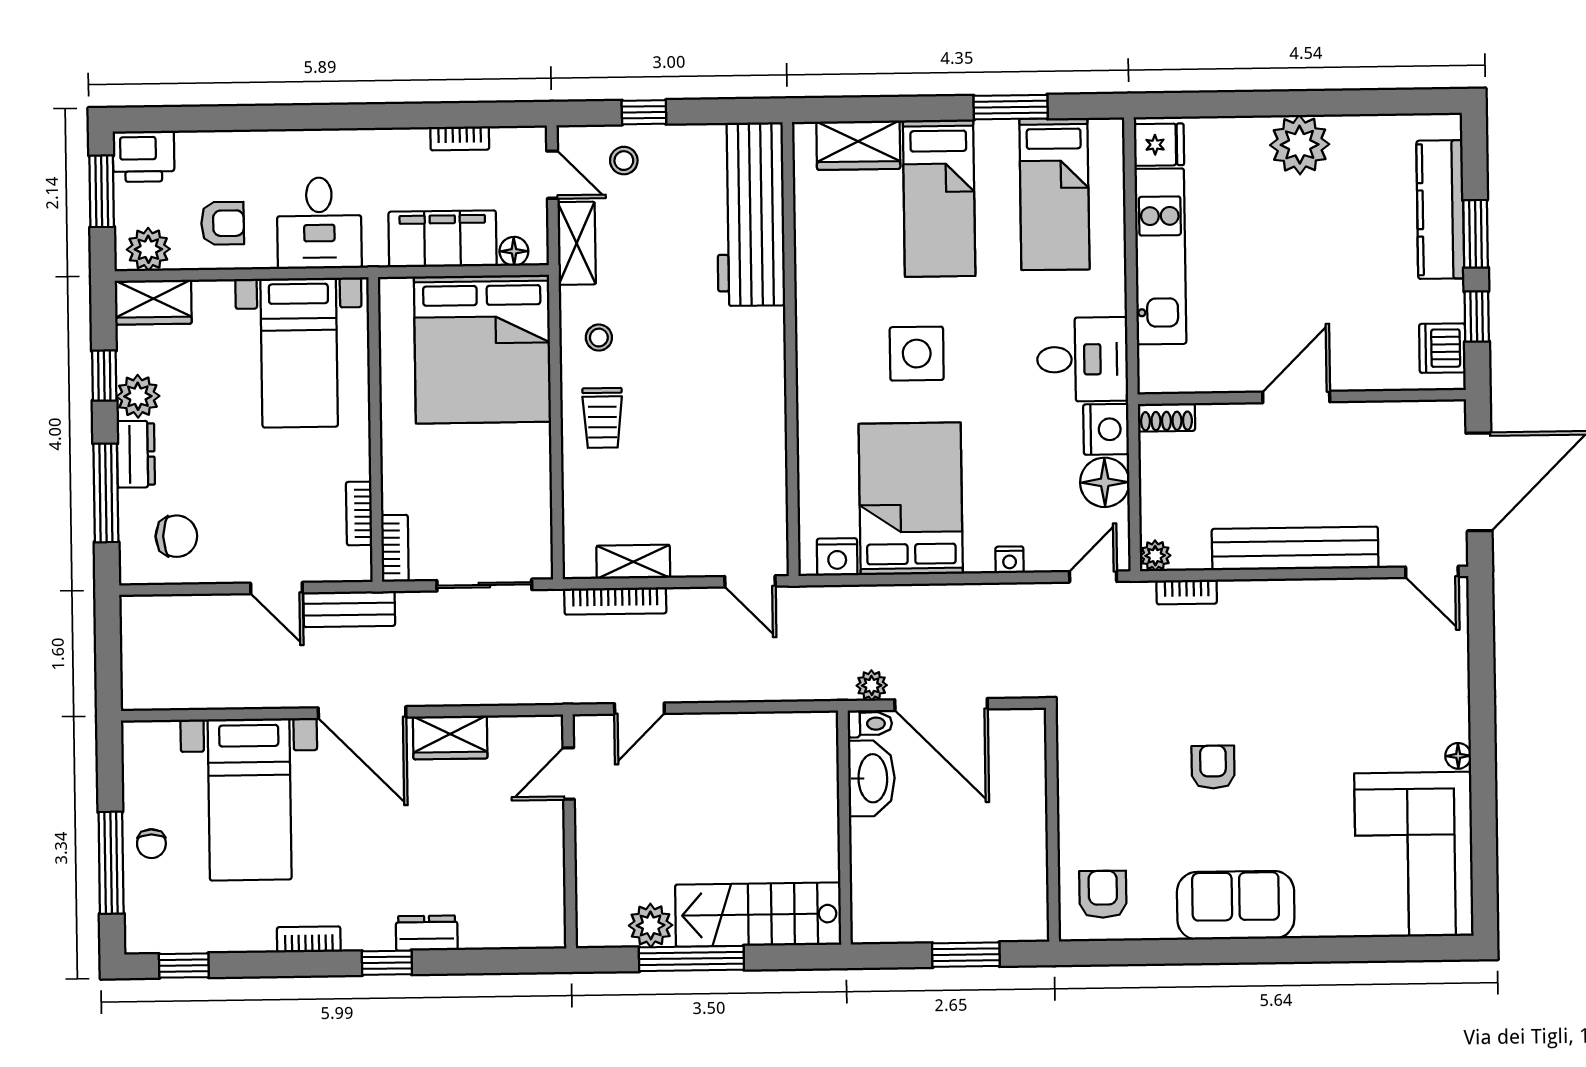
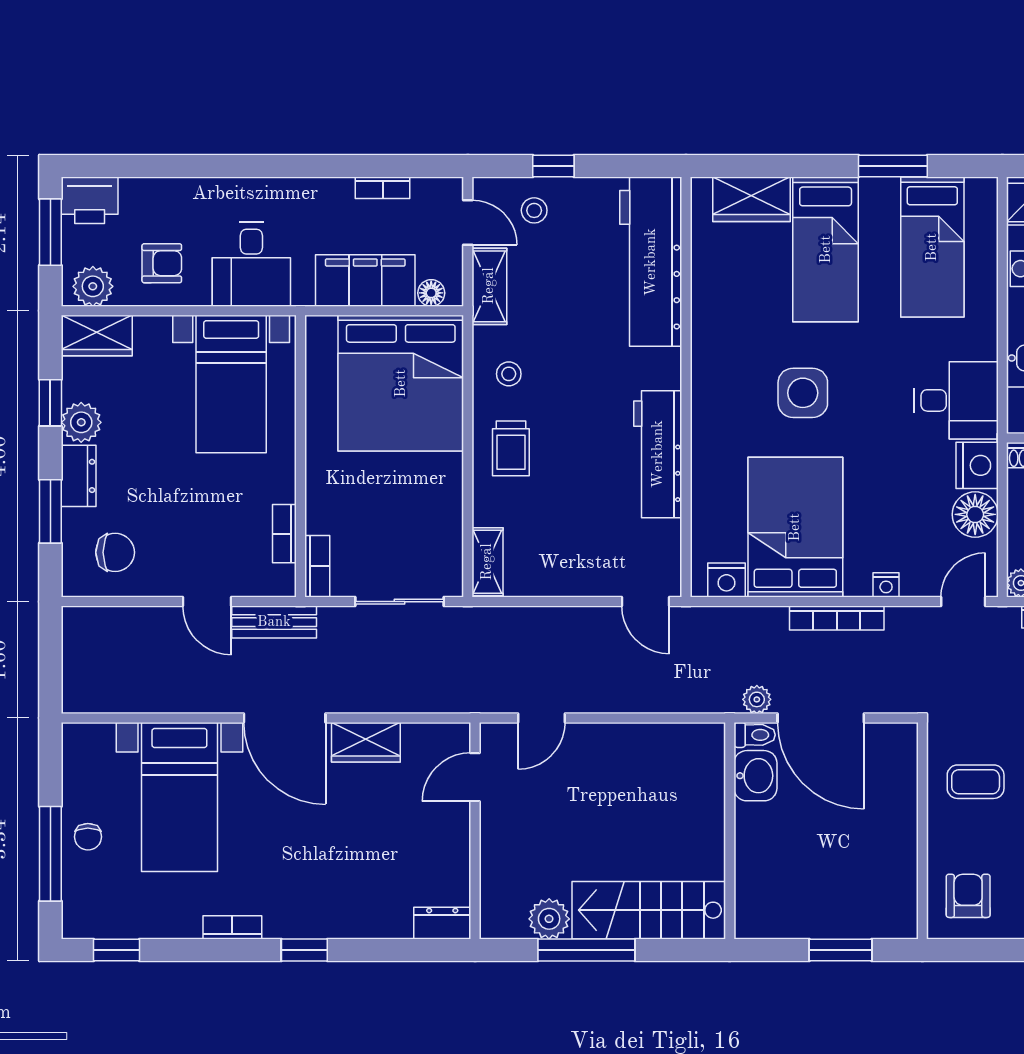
workbench: (761, 422) -> (658, 454), added
window: (106, 493) -> (50, 511), width x0.69
shelving: (633, 562) -> (487, 562), moved, turned 90
bookcase: (615, 601) -> (837, 618), moved
coffee table: (1109, 771) -> (976, 782), added
washbasin: (871, 778) -> (755, 776), width x0.72
dresser: (427, 933) -> (442, 923), moved

